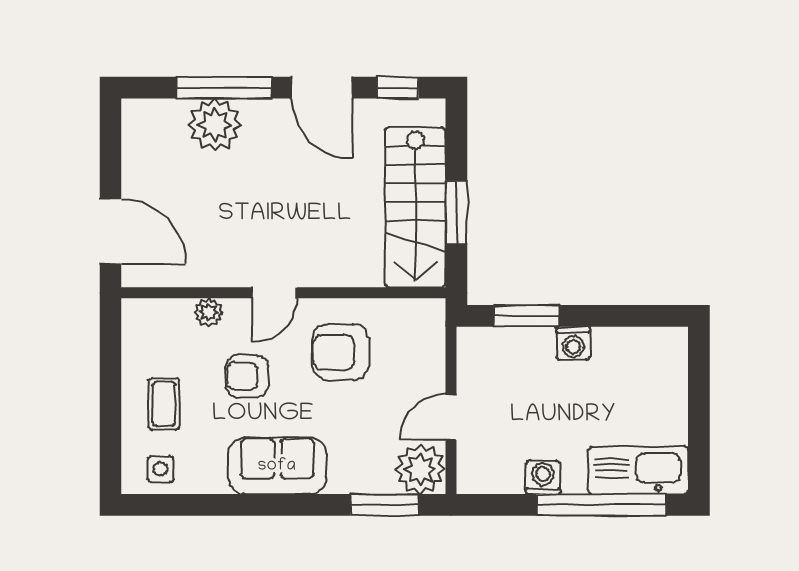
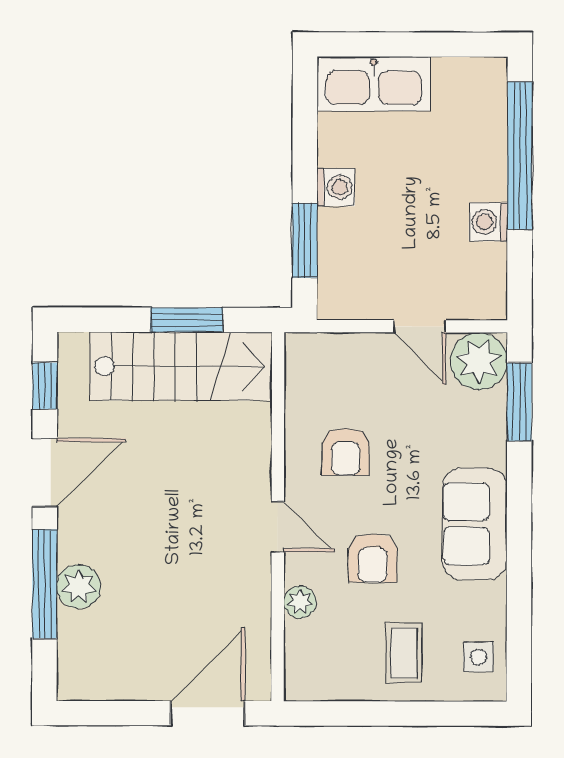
plant: (215, 125) -> (79, 586), width x0.73, depth x0.73
armchair: (341, 352) -> (346, 452), width x0.72, depth x0.72
coffee table: (164, 404) -> (404, 653), turned 90
kitchen sink: (638, 470) -> (374, 84), moved, turned -90

